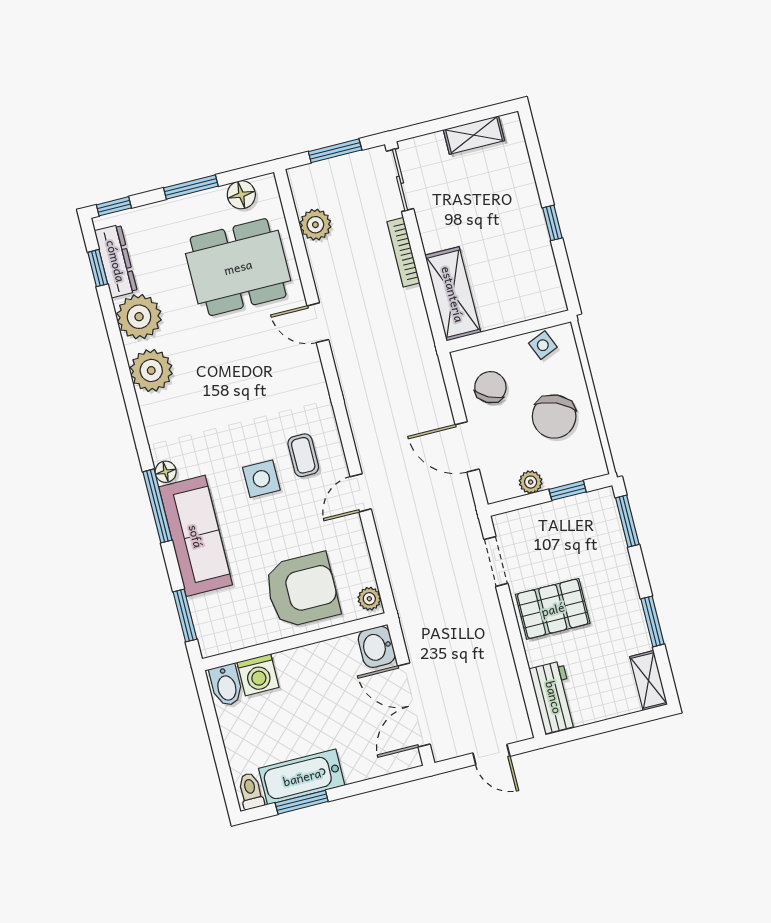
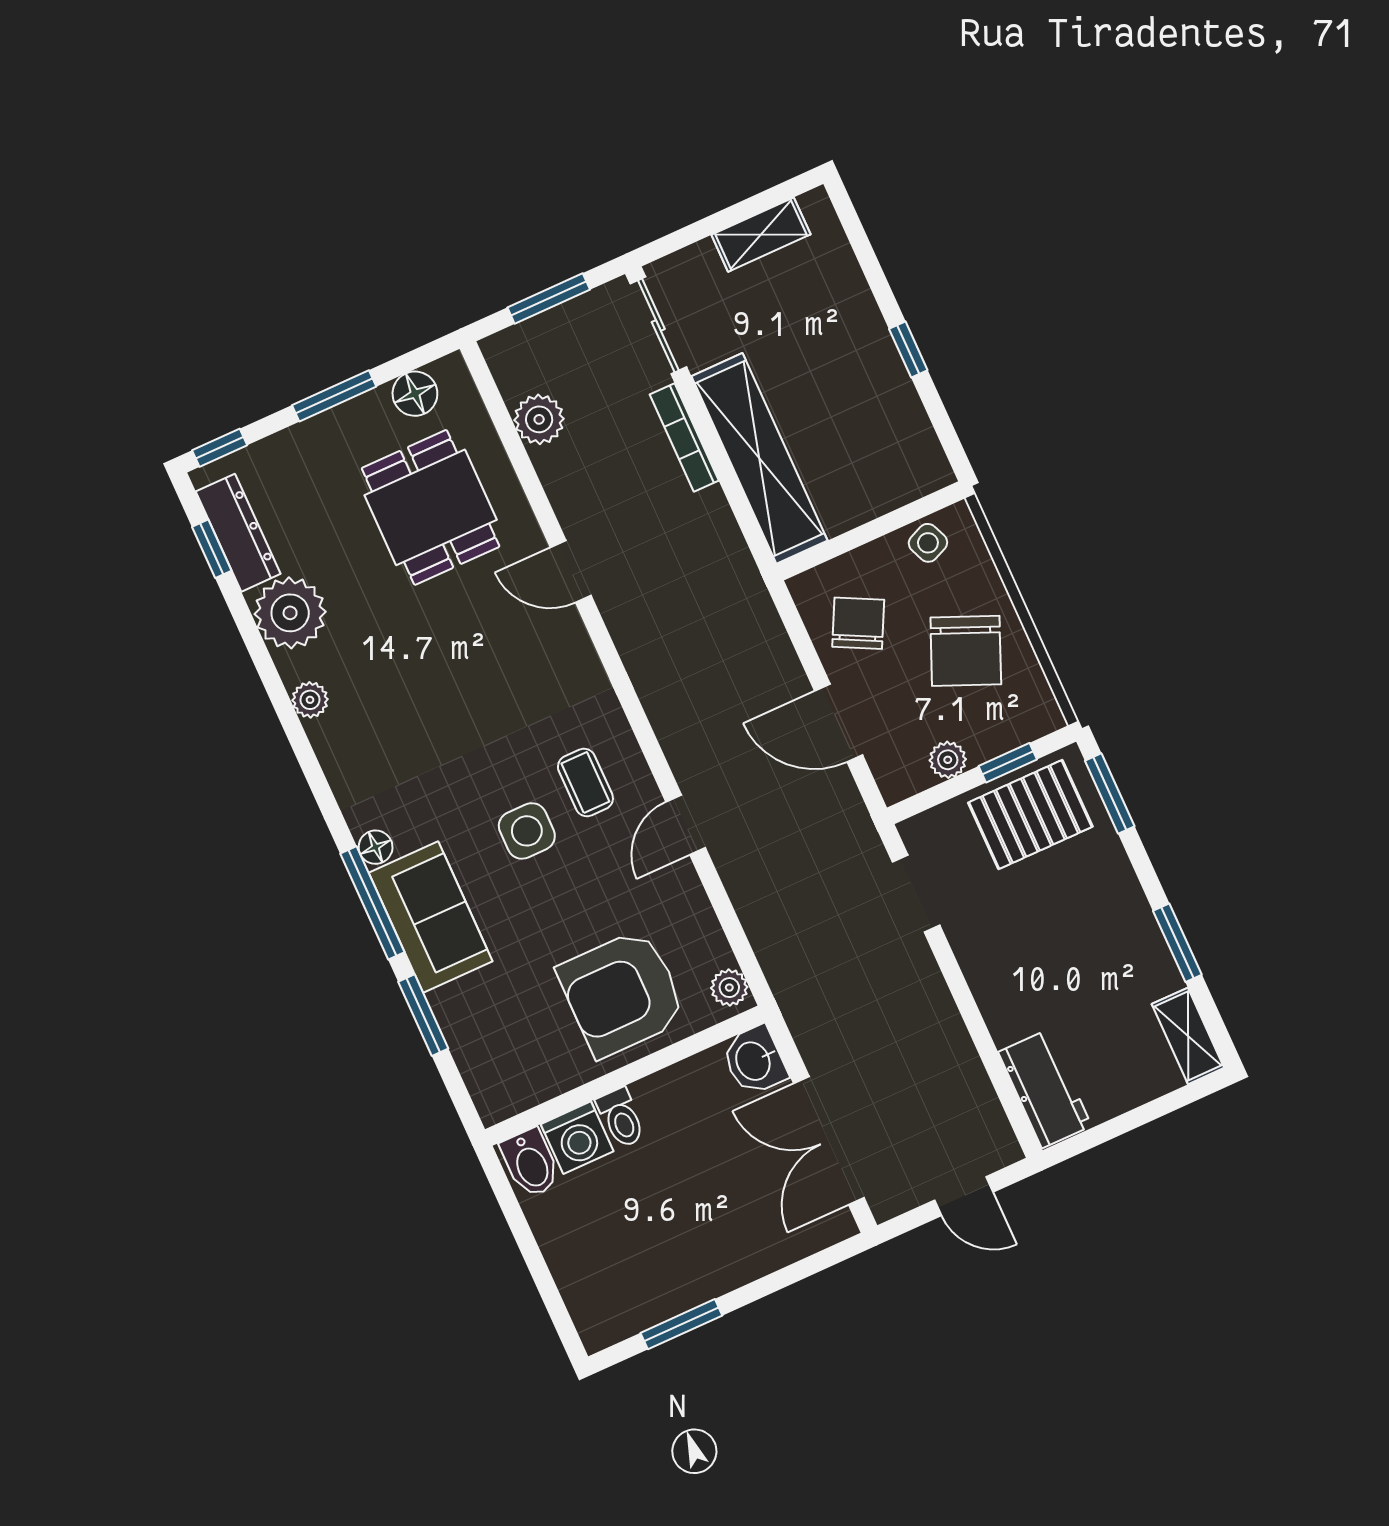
dining table: (238, 267) -> (431, 507), width x0.73
shelving: (453, 294) -> (759, 458), width x1.47
plant: (151, 370) -> (310, 700), width x0.53, depth x0.53
sofa: (196, 536) -> (431, 917), width x0.73
armchair: (302, 590) -> (622, 993), turned 180
pallet: (553, 609) -> (1030, 815), moved
window: (185, 616) -> (423, 1015), moved
bathtub: (302, 777) -> (674, 1285), removed
toilet: (251, 791) -> (621, 1118), moved, turned 180

